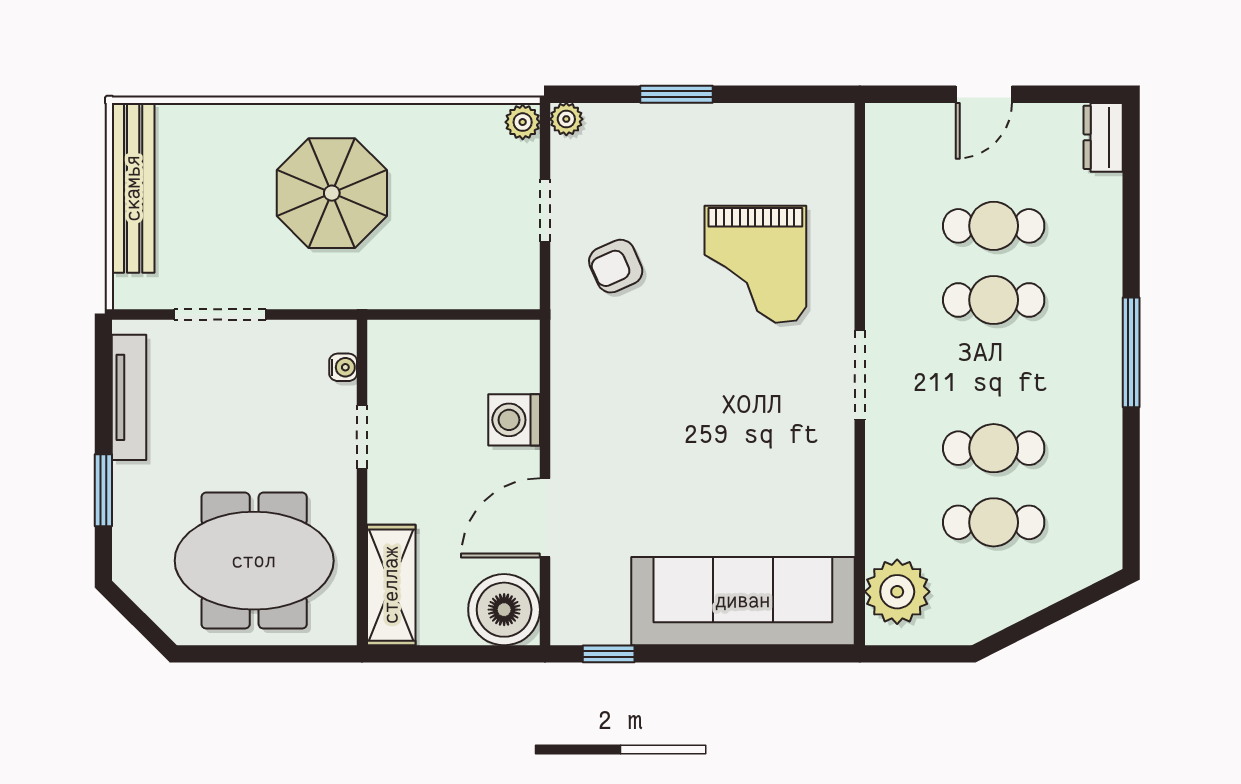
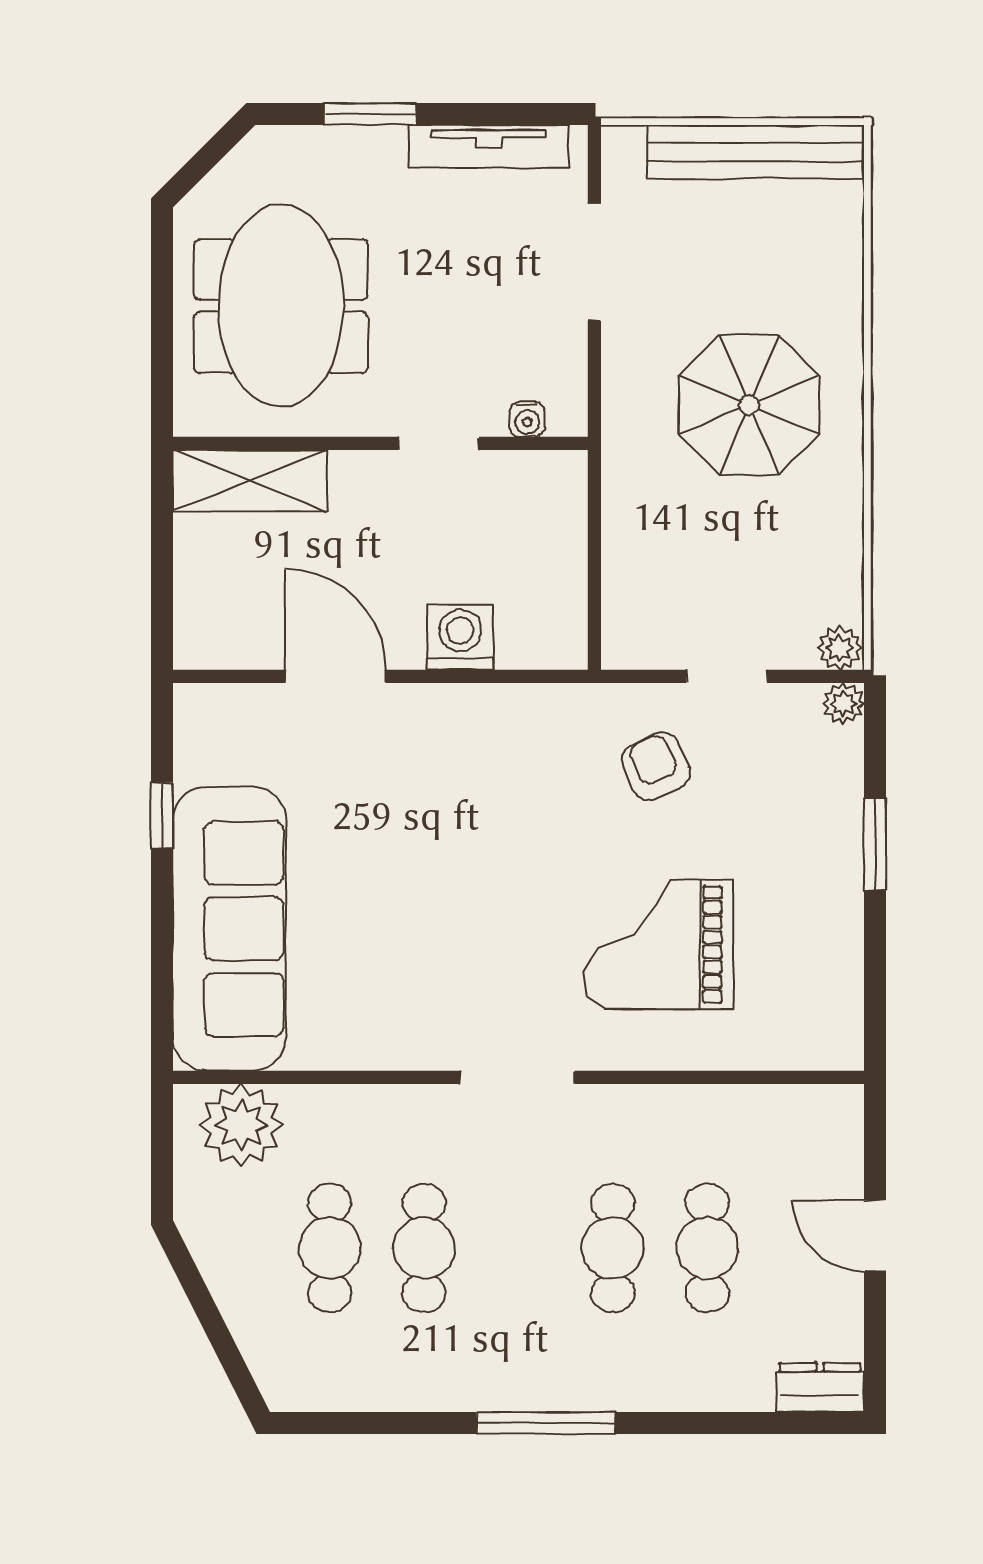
boiler: (504, 610) -> (218, 624), removed
window: (609, 654) -> (162, 816), moved

